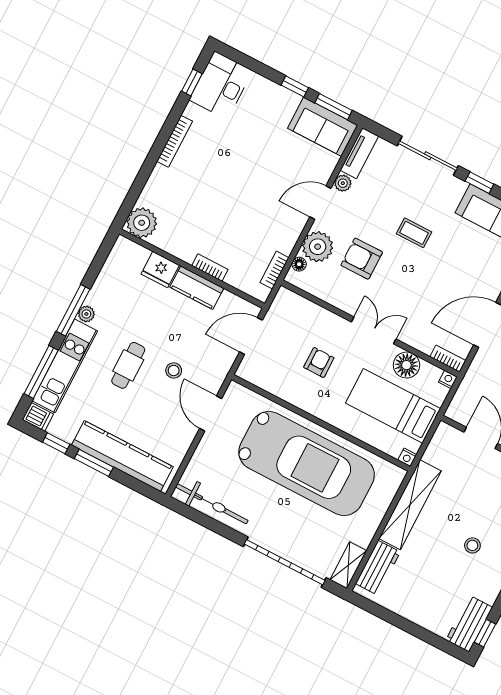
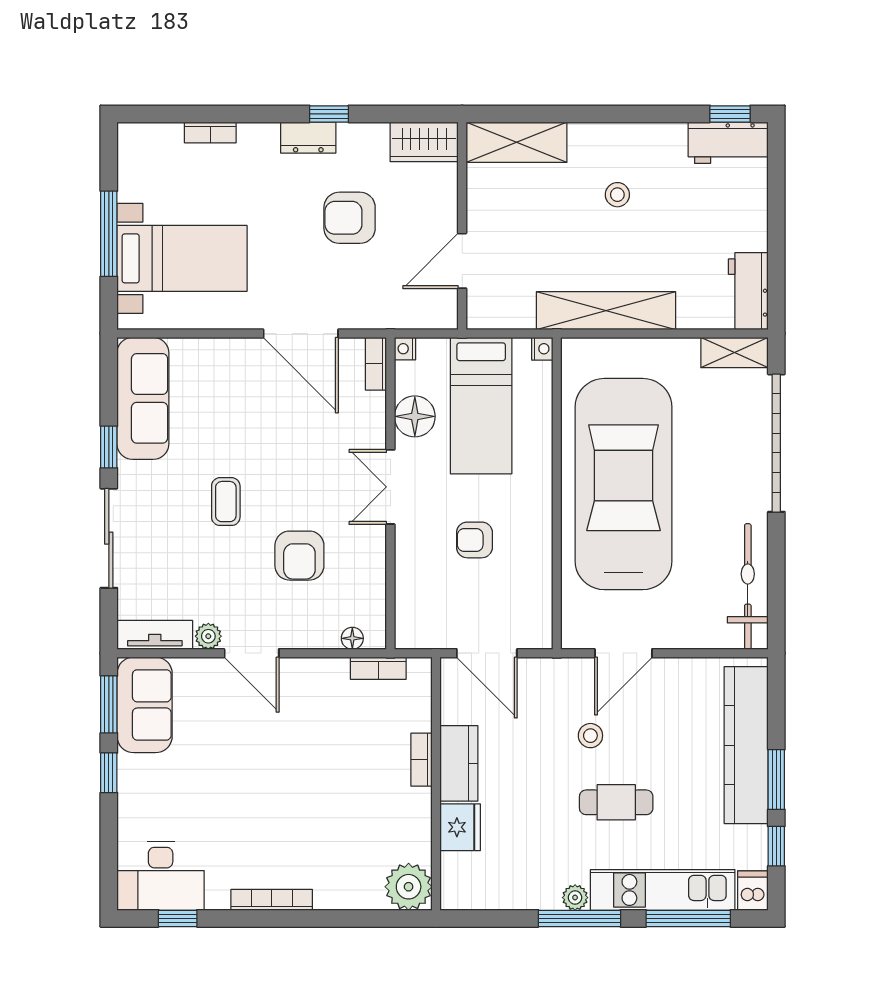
plant: (318, 247) -> (315, 625), removed
workbench: (378, 568) -> (748, 291), moved, turned -90

